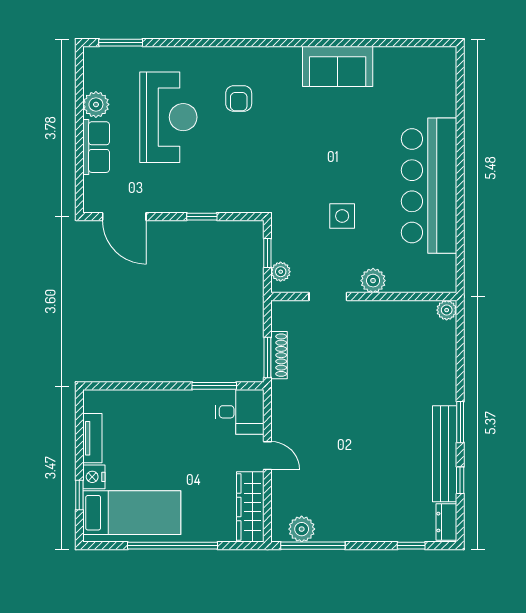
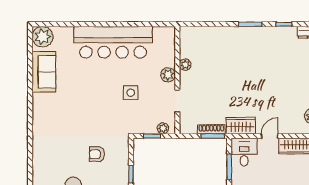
plant: (439, 64) -> (43, 37), added
sofa: (338, 66) -> (44, 72), moved
armchair: (239, 98) -> (97, 154), moved, turned 180
plant: (447, 310) -> (185, 65), moved
wardrobe: (285, 406) -> (241, 126), added
bench: (445, 454) -> (269, 33), removed

